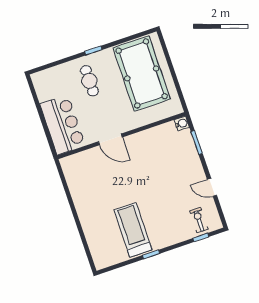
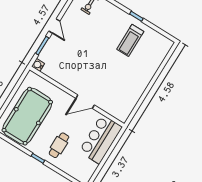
door: (110, 139) -> (85, 102), swing flipped
door: (212, 187) -> (54, 26), moved
treadmill: (133, 230) -> (130, 40), width x0.73, depth x0.73

